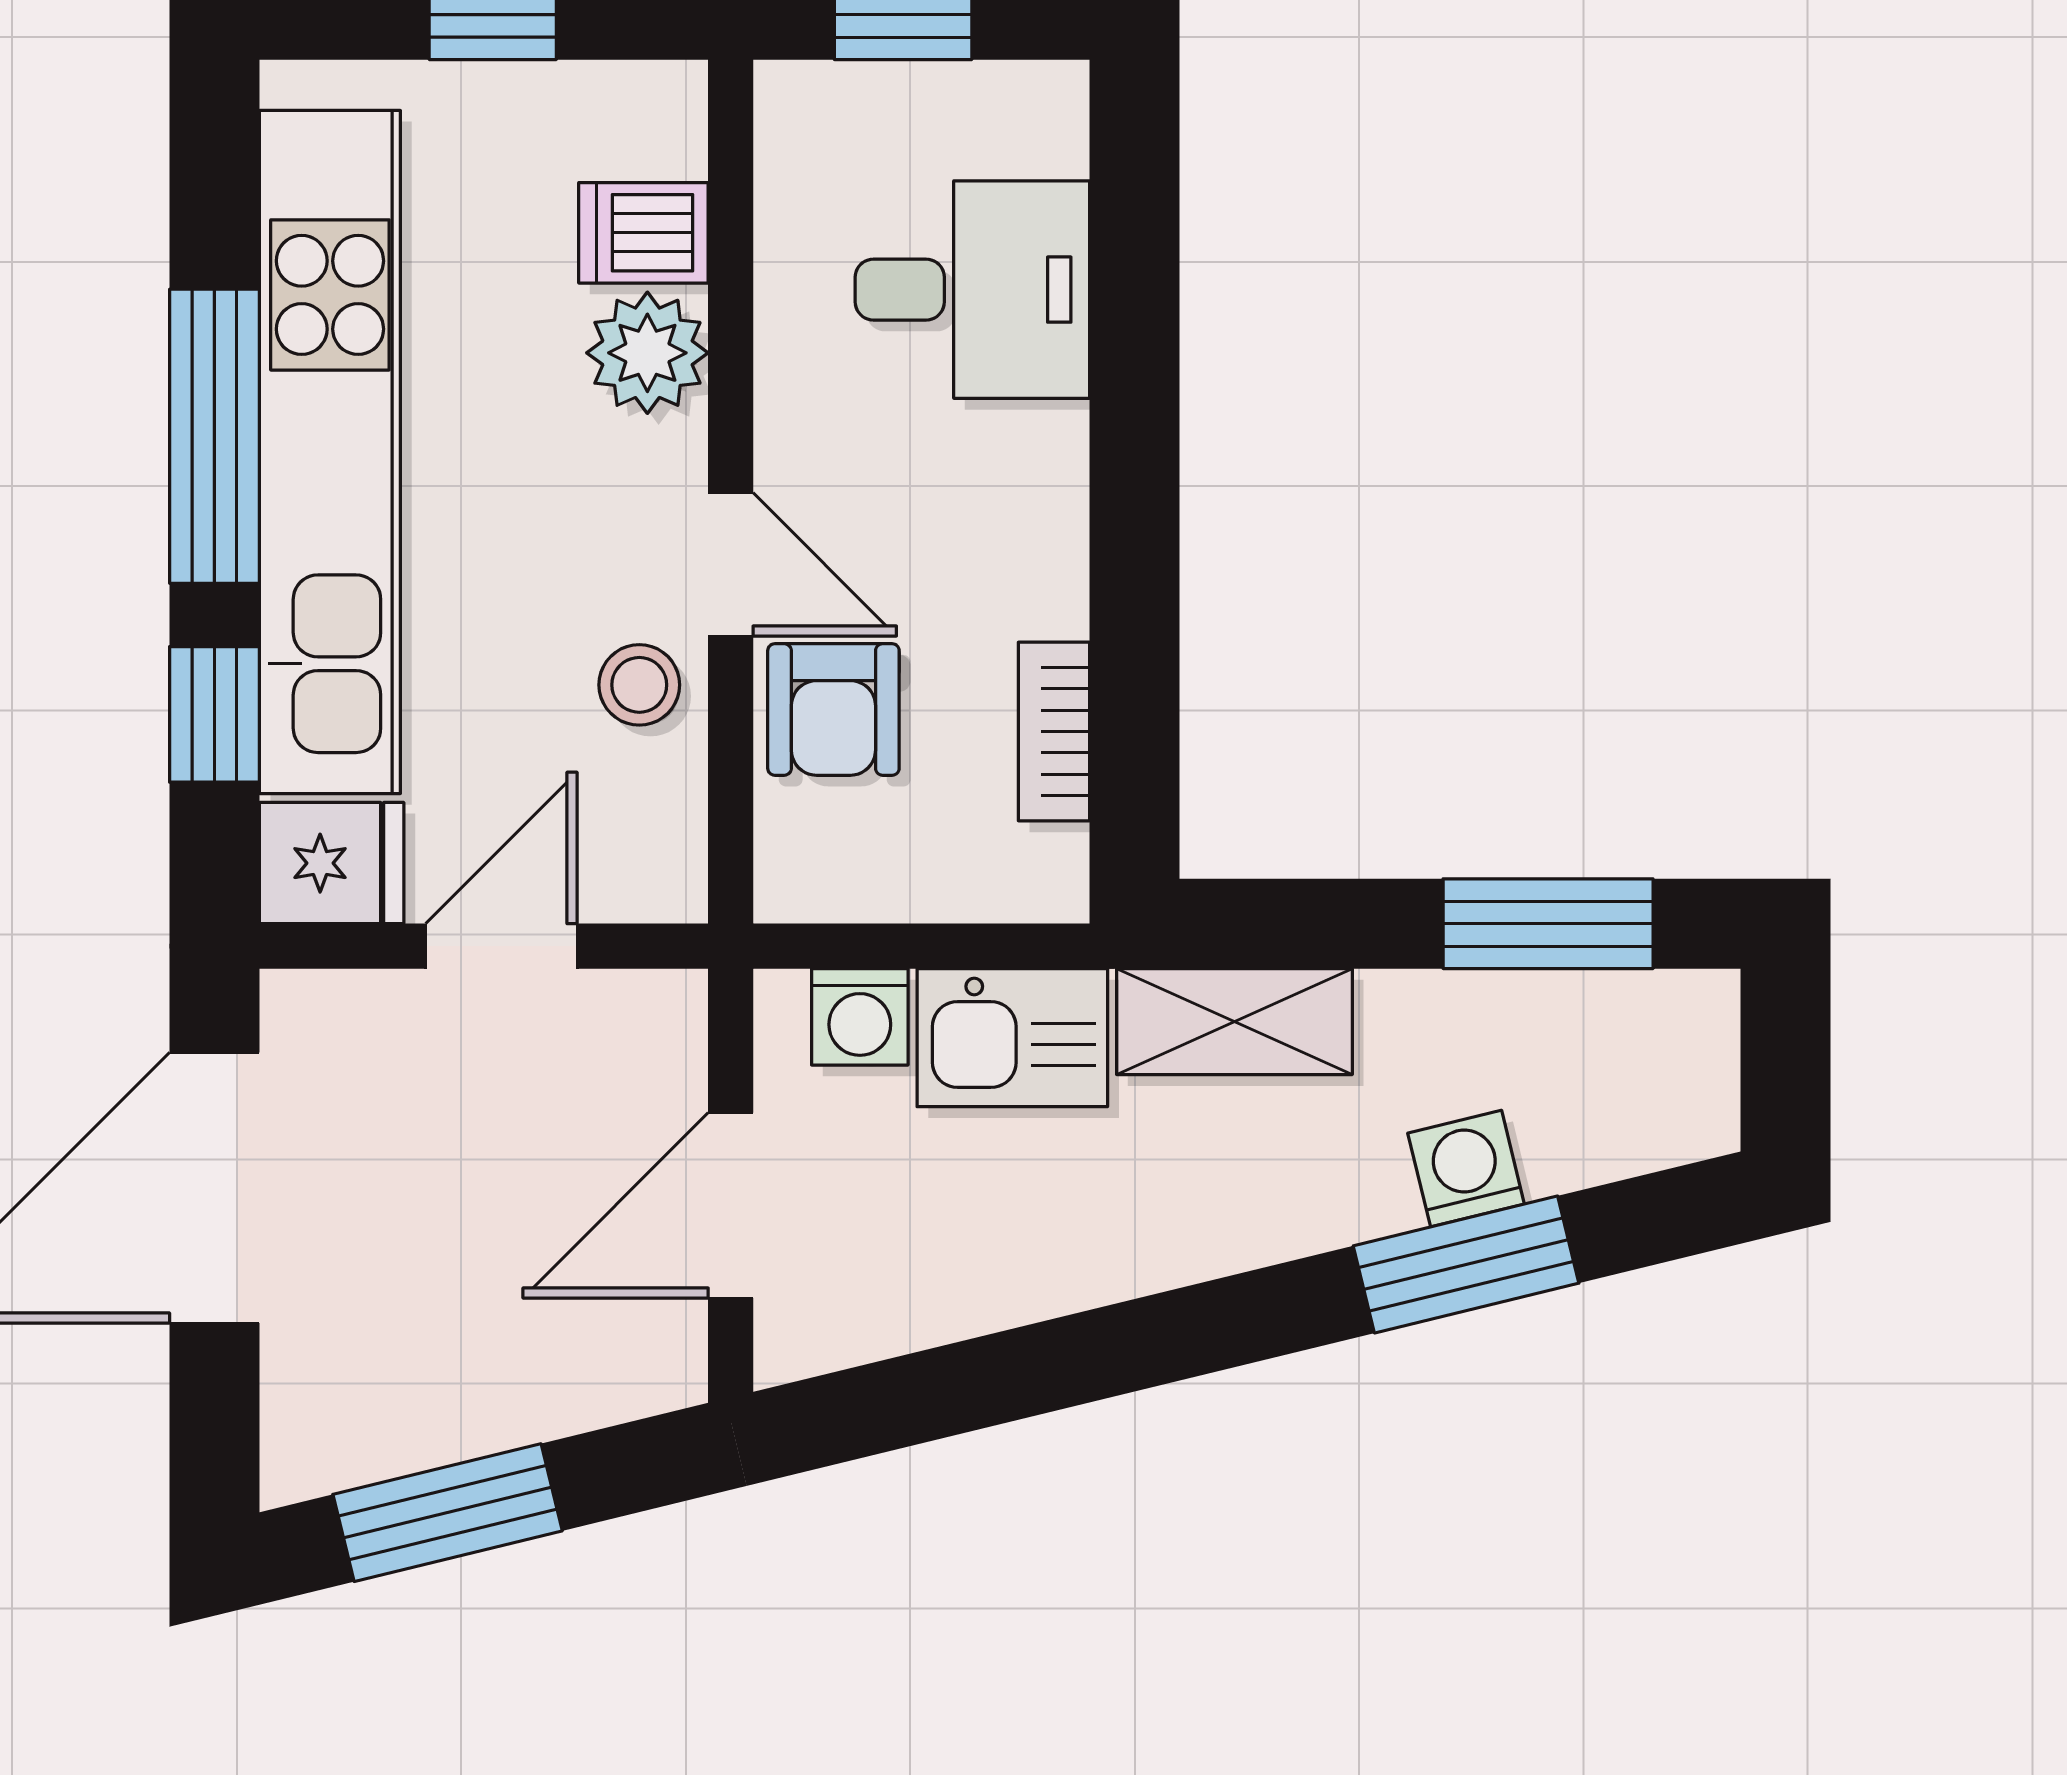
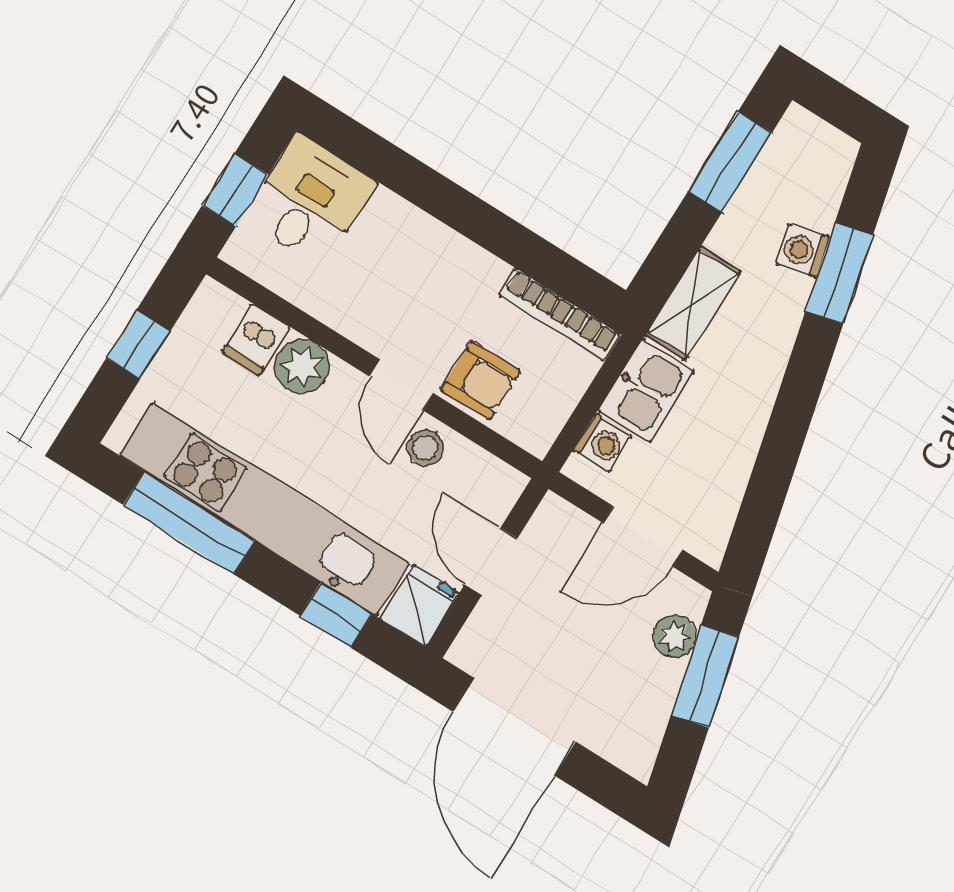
desk: (972, 290) -> (309, 200), moved
window: (214, 436) -> (189, 523), moved
door: (731, 564) -> (401, 385), swing flipped
bookcase: (1054, 732) -> (560, 314), width x1.56
door: (731, 1205) -> (643, 536), hinge flipped
plant: (578, 1385) -> (675, 637), added
window: (448, 1513) -> (705, 676), moved

